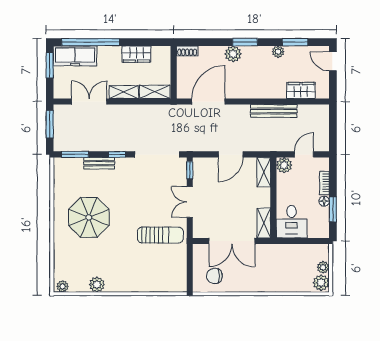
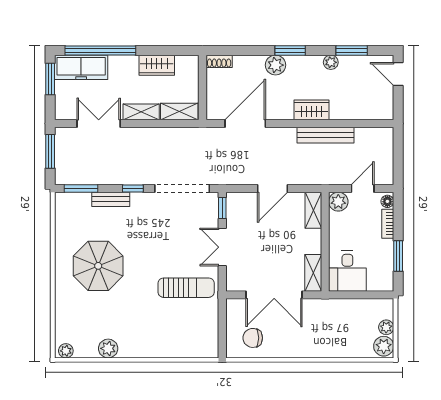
wardrobe: (301, 90) -> (311, 110), moved
floor lamp: (324, 201) -> (387, 201), moved

